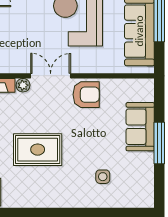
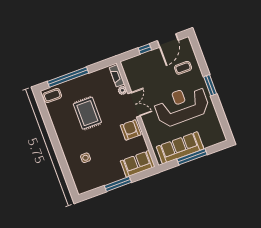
armchair: (86, 95) -> (131, 130), turned 180
sofa: (140, 127) -> (138, 164), moved

